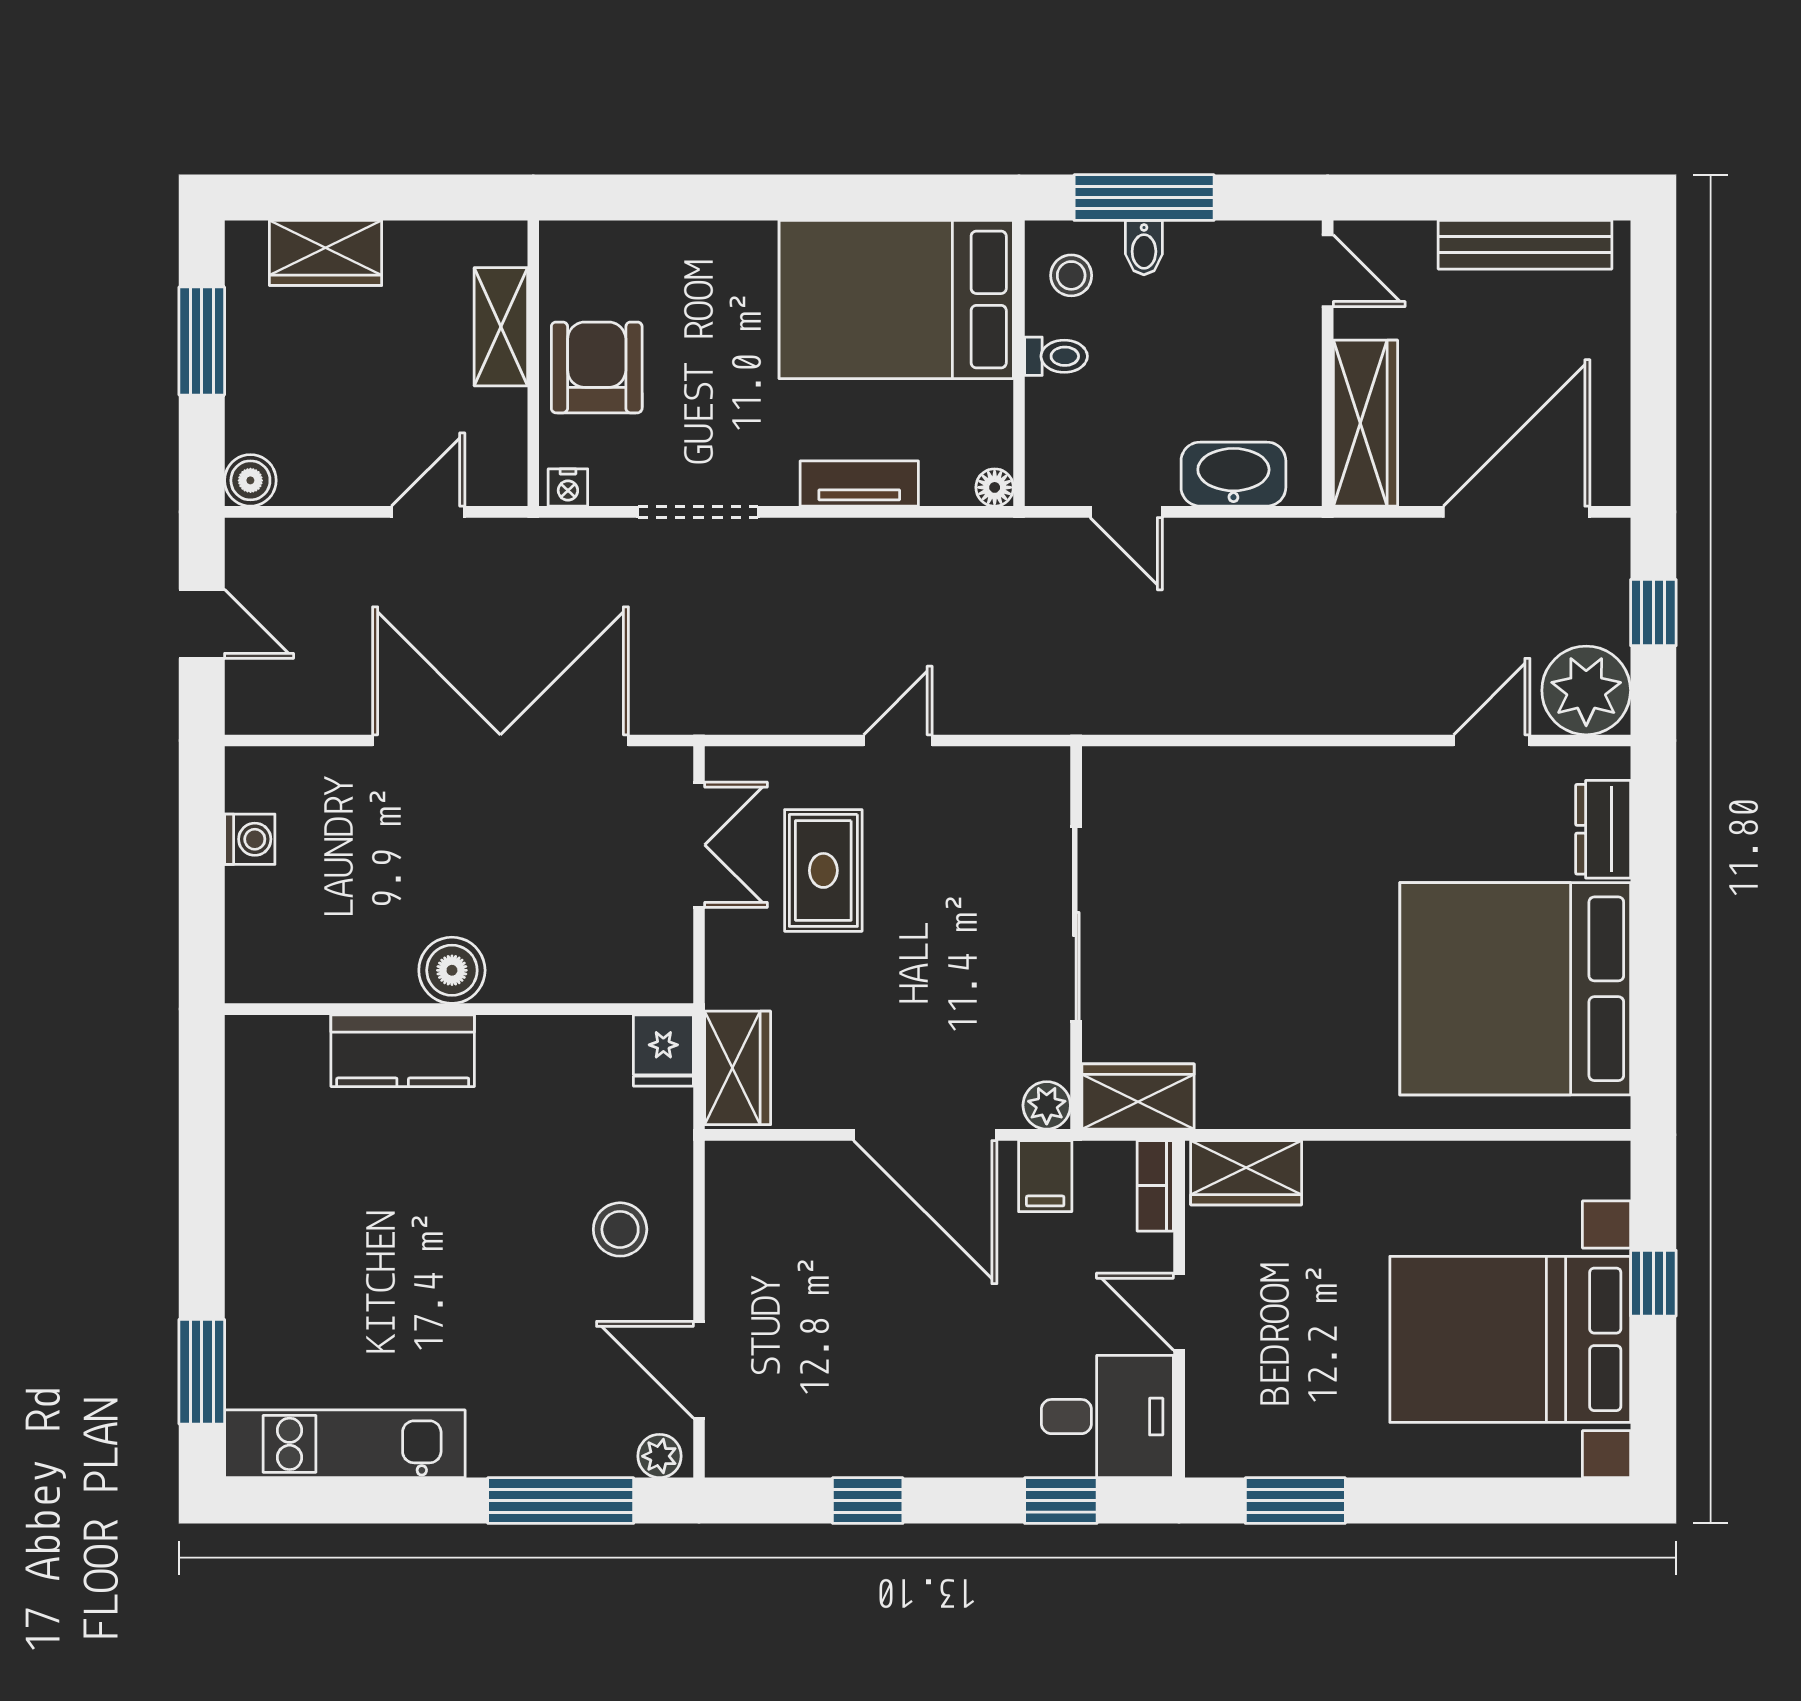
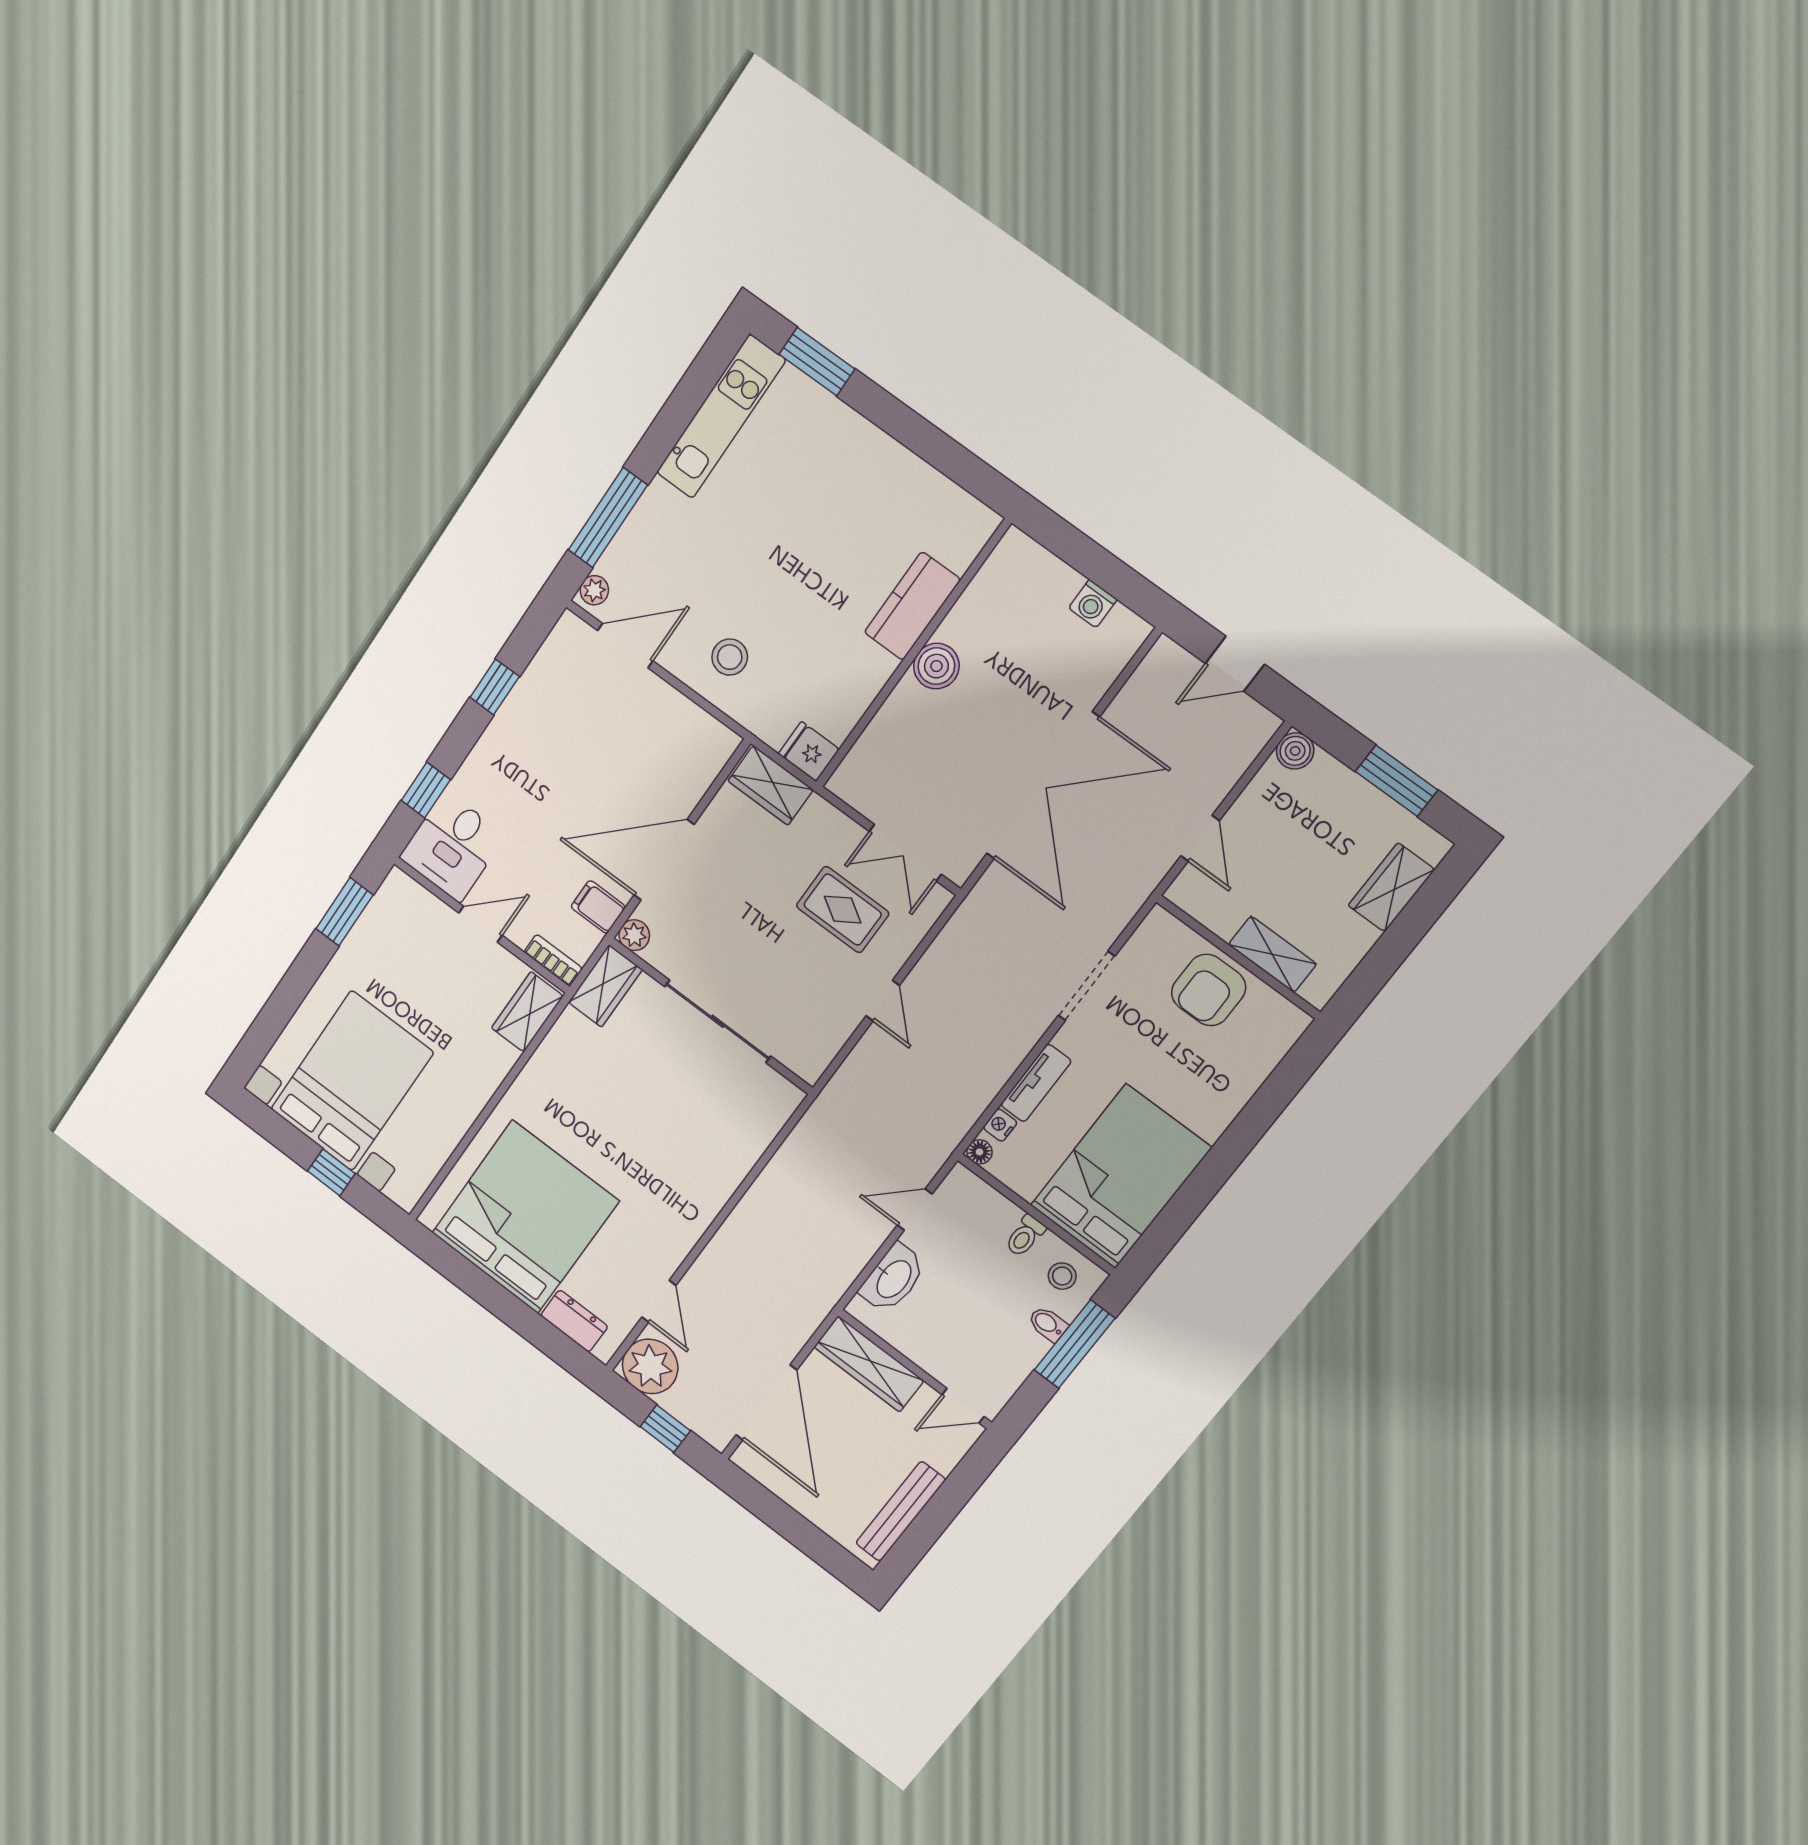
armchair: (597, 367) -> (1209, 990), turned 90
nightstand: (568, 488) -> (1000, 1125), moved

